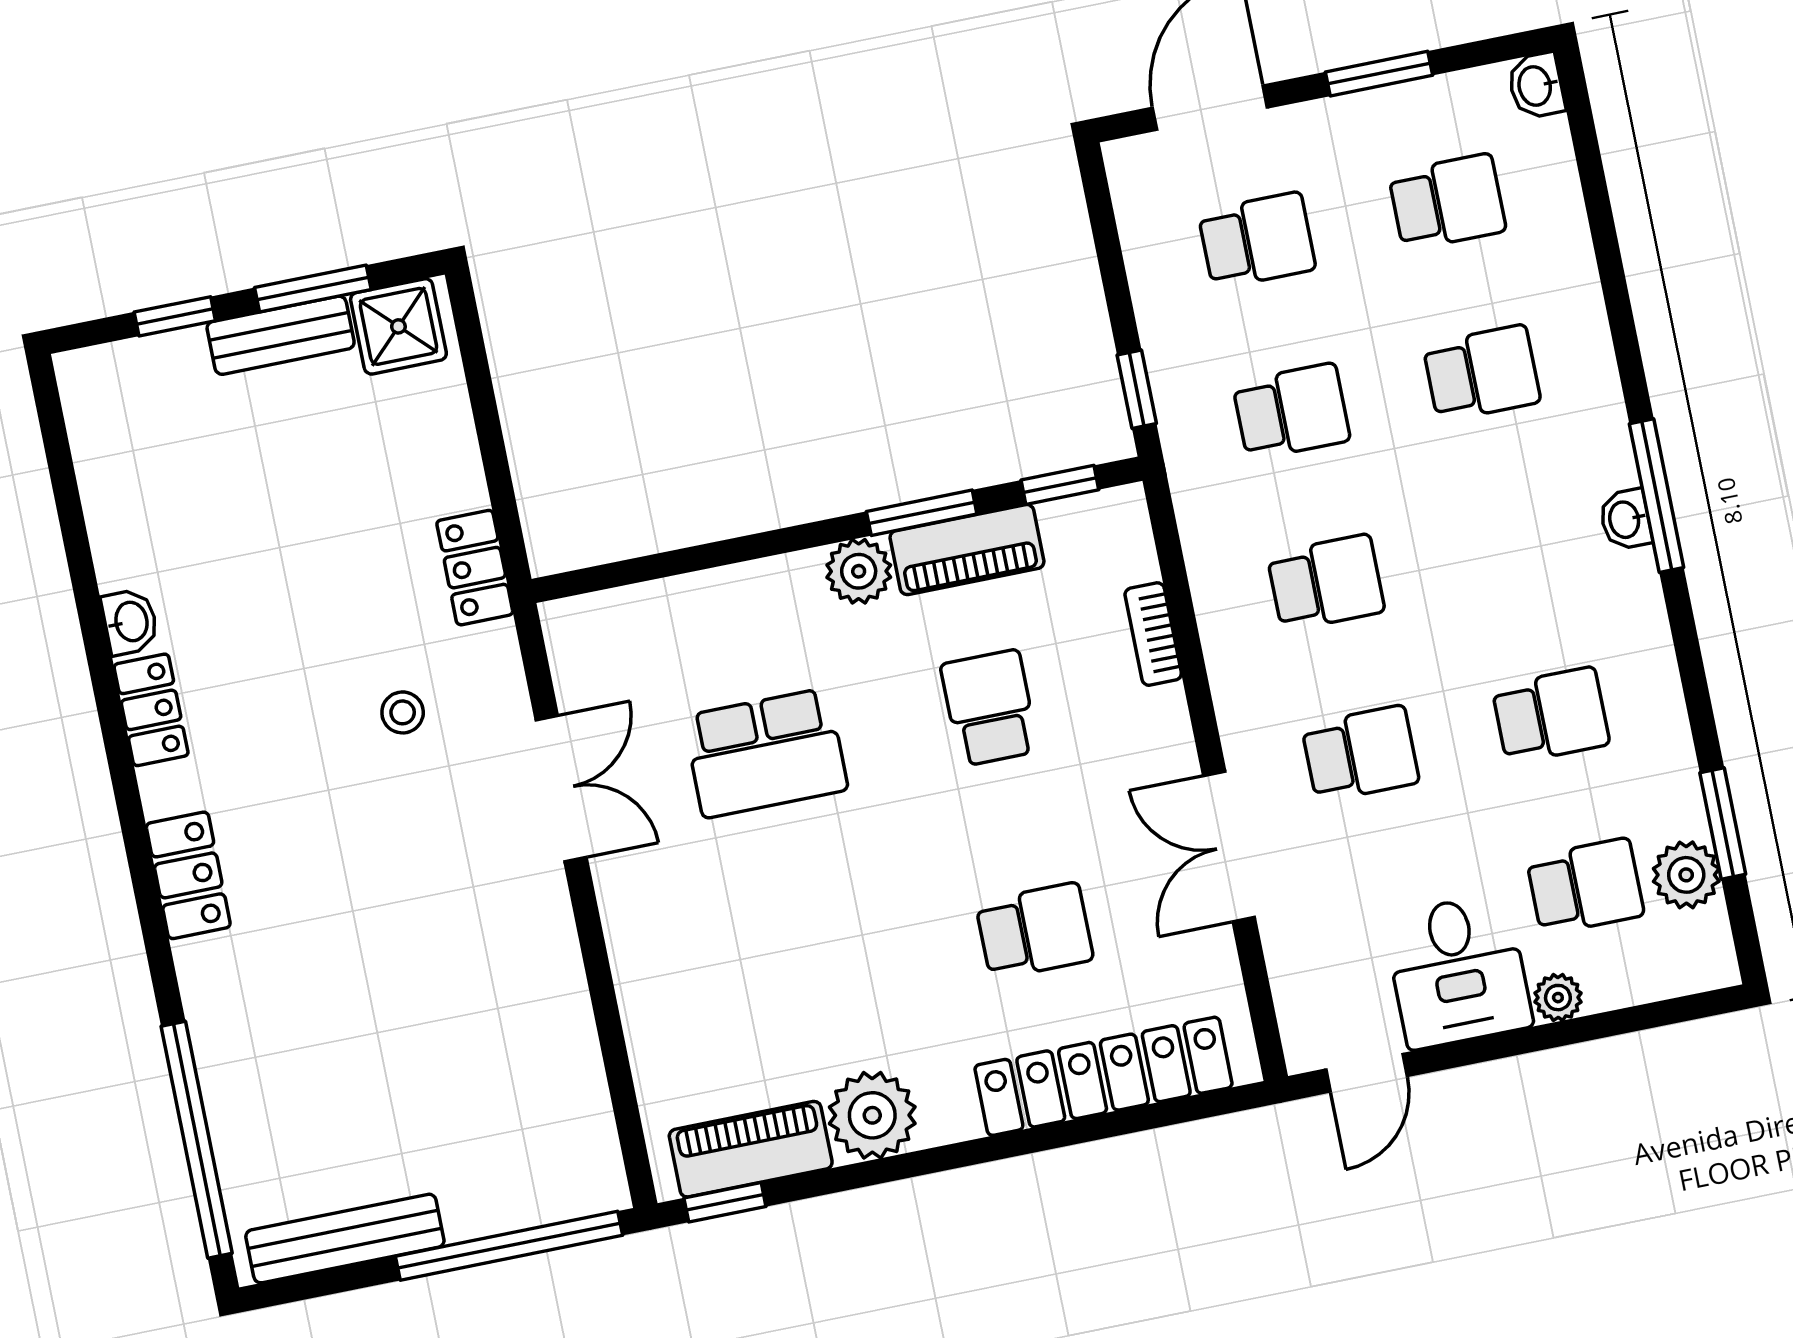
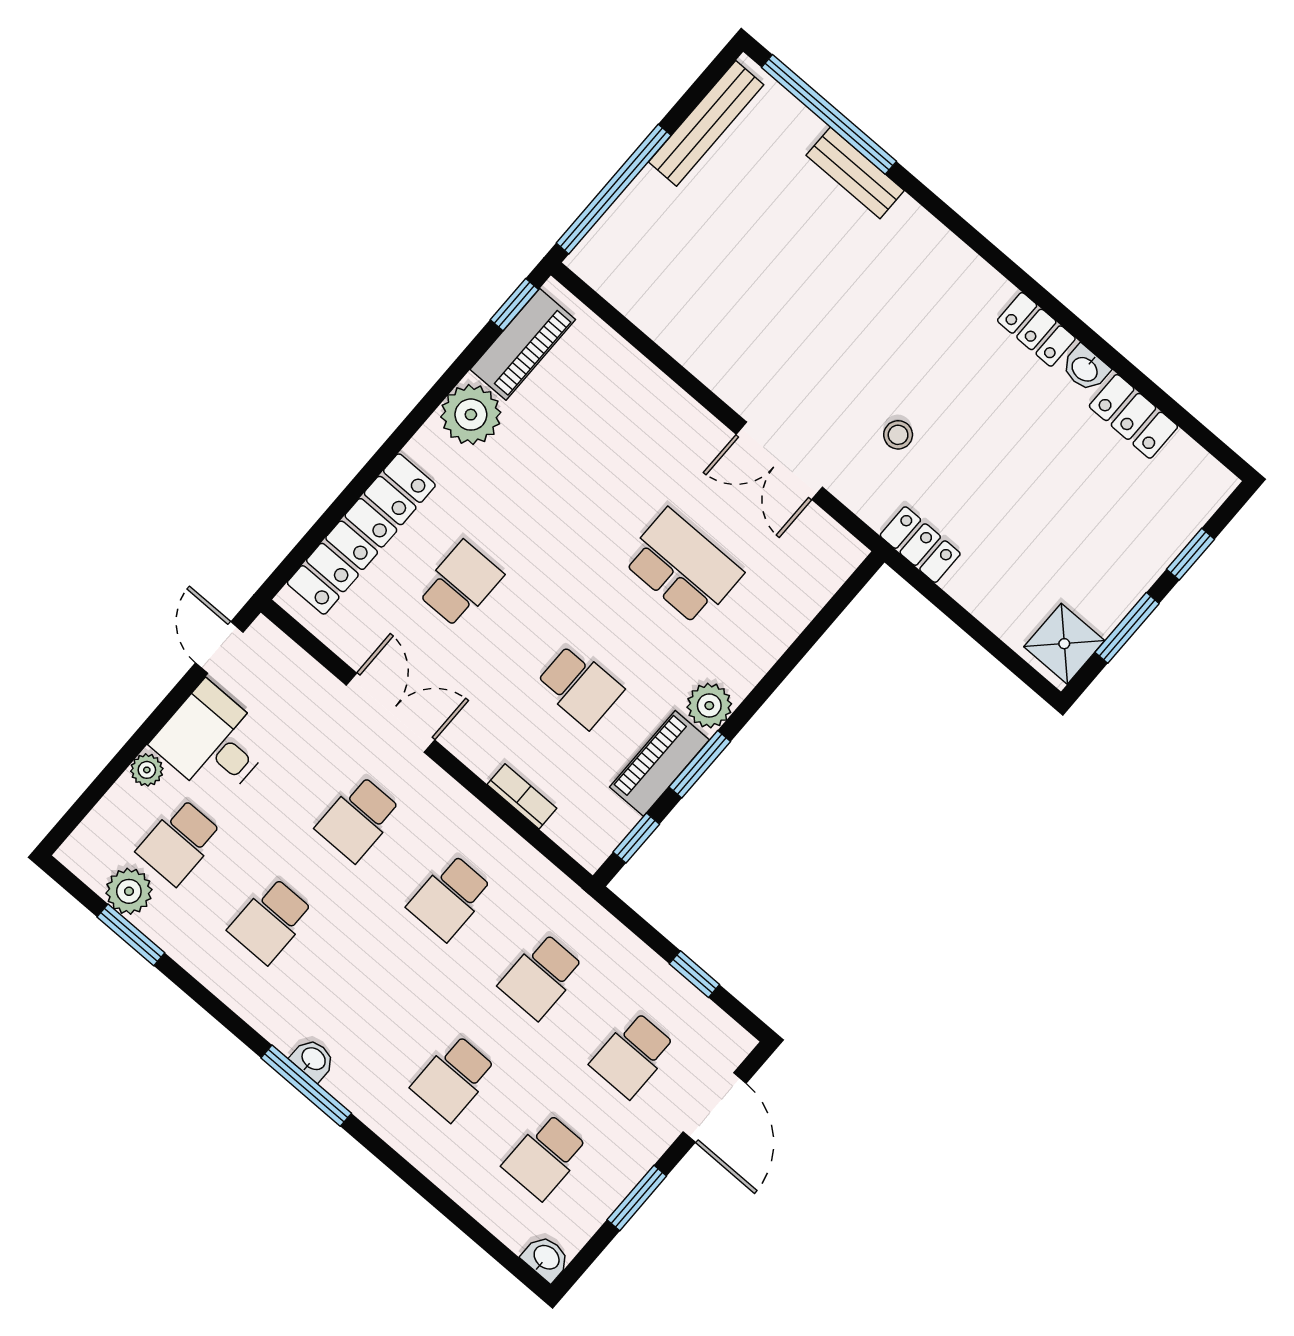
bench: (281, 335) -> (855, 173), moved, turned 90
window: (1137, 389) -> (694, 974), moved
school desk: (766, 753) -> (683, 567), turned 90
locker: (188, 875) -> (1133, 416), moved
school desk: (1034, 931) -> (461, 584), turned 180

